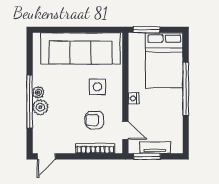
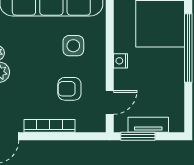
door: (125, 130) -> (110, 102), hinge flipped
bookcase: (95, 148) -> (49, 126), moved

